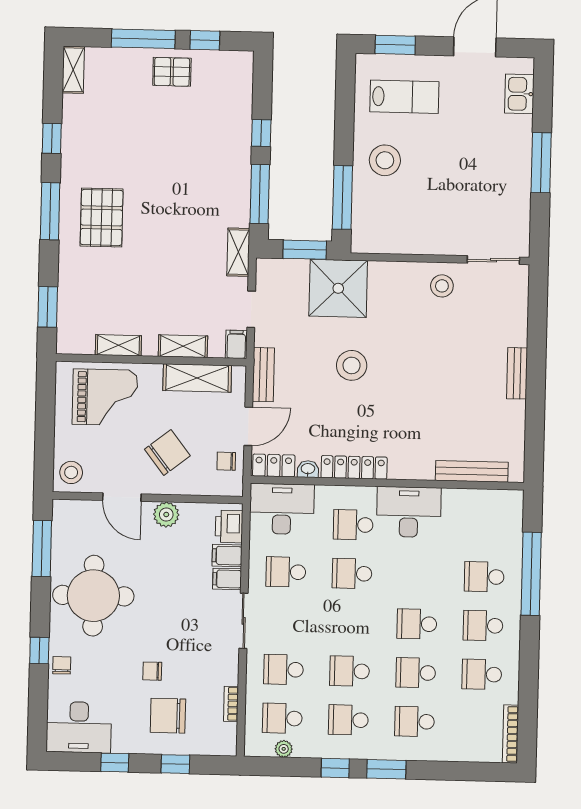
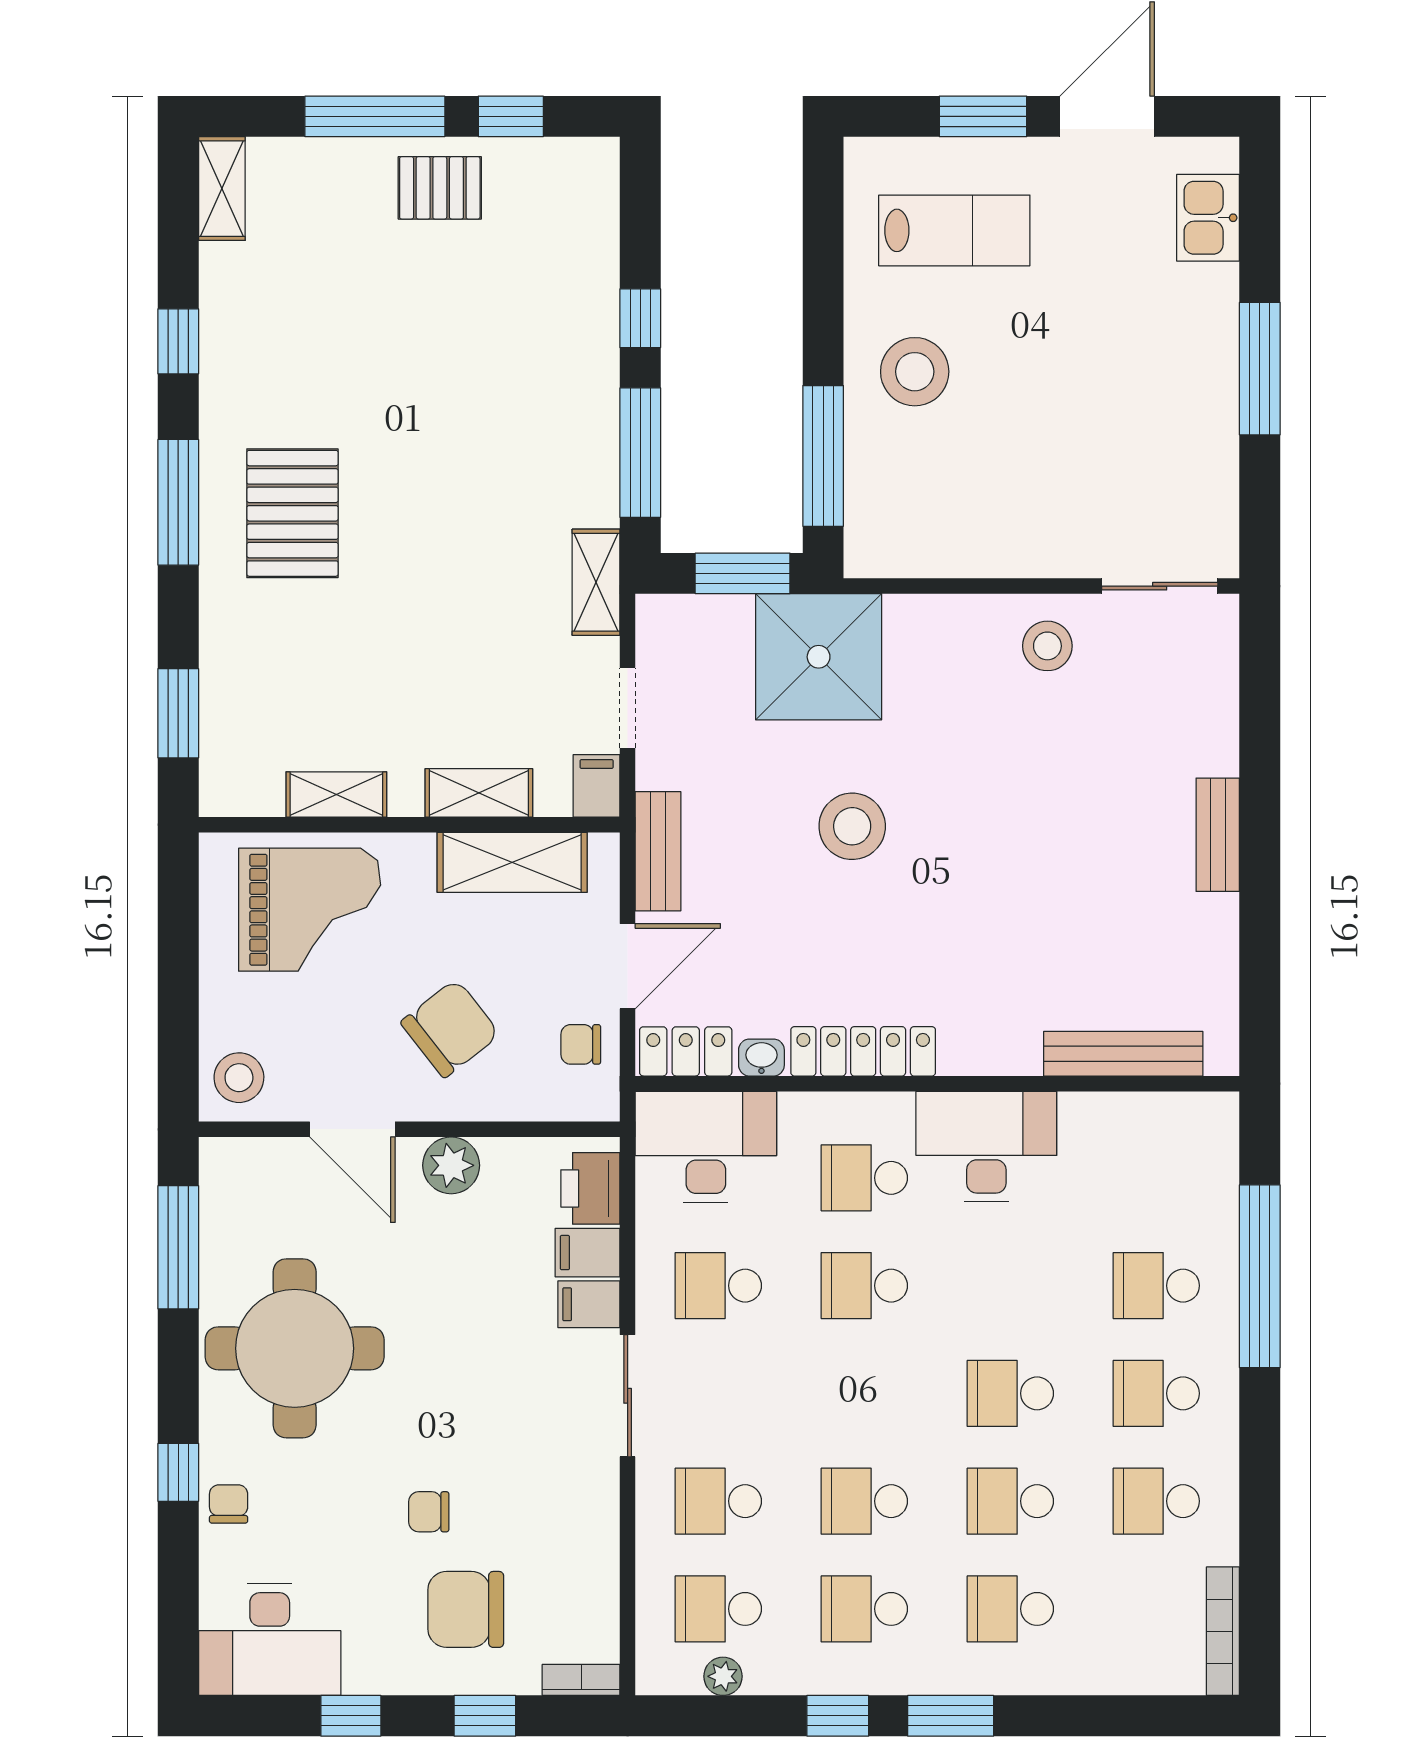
window: (395, 45) -> (983, 116), moved
bookcase: (231, 704) -> (581, 1680), moved, turned 90

